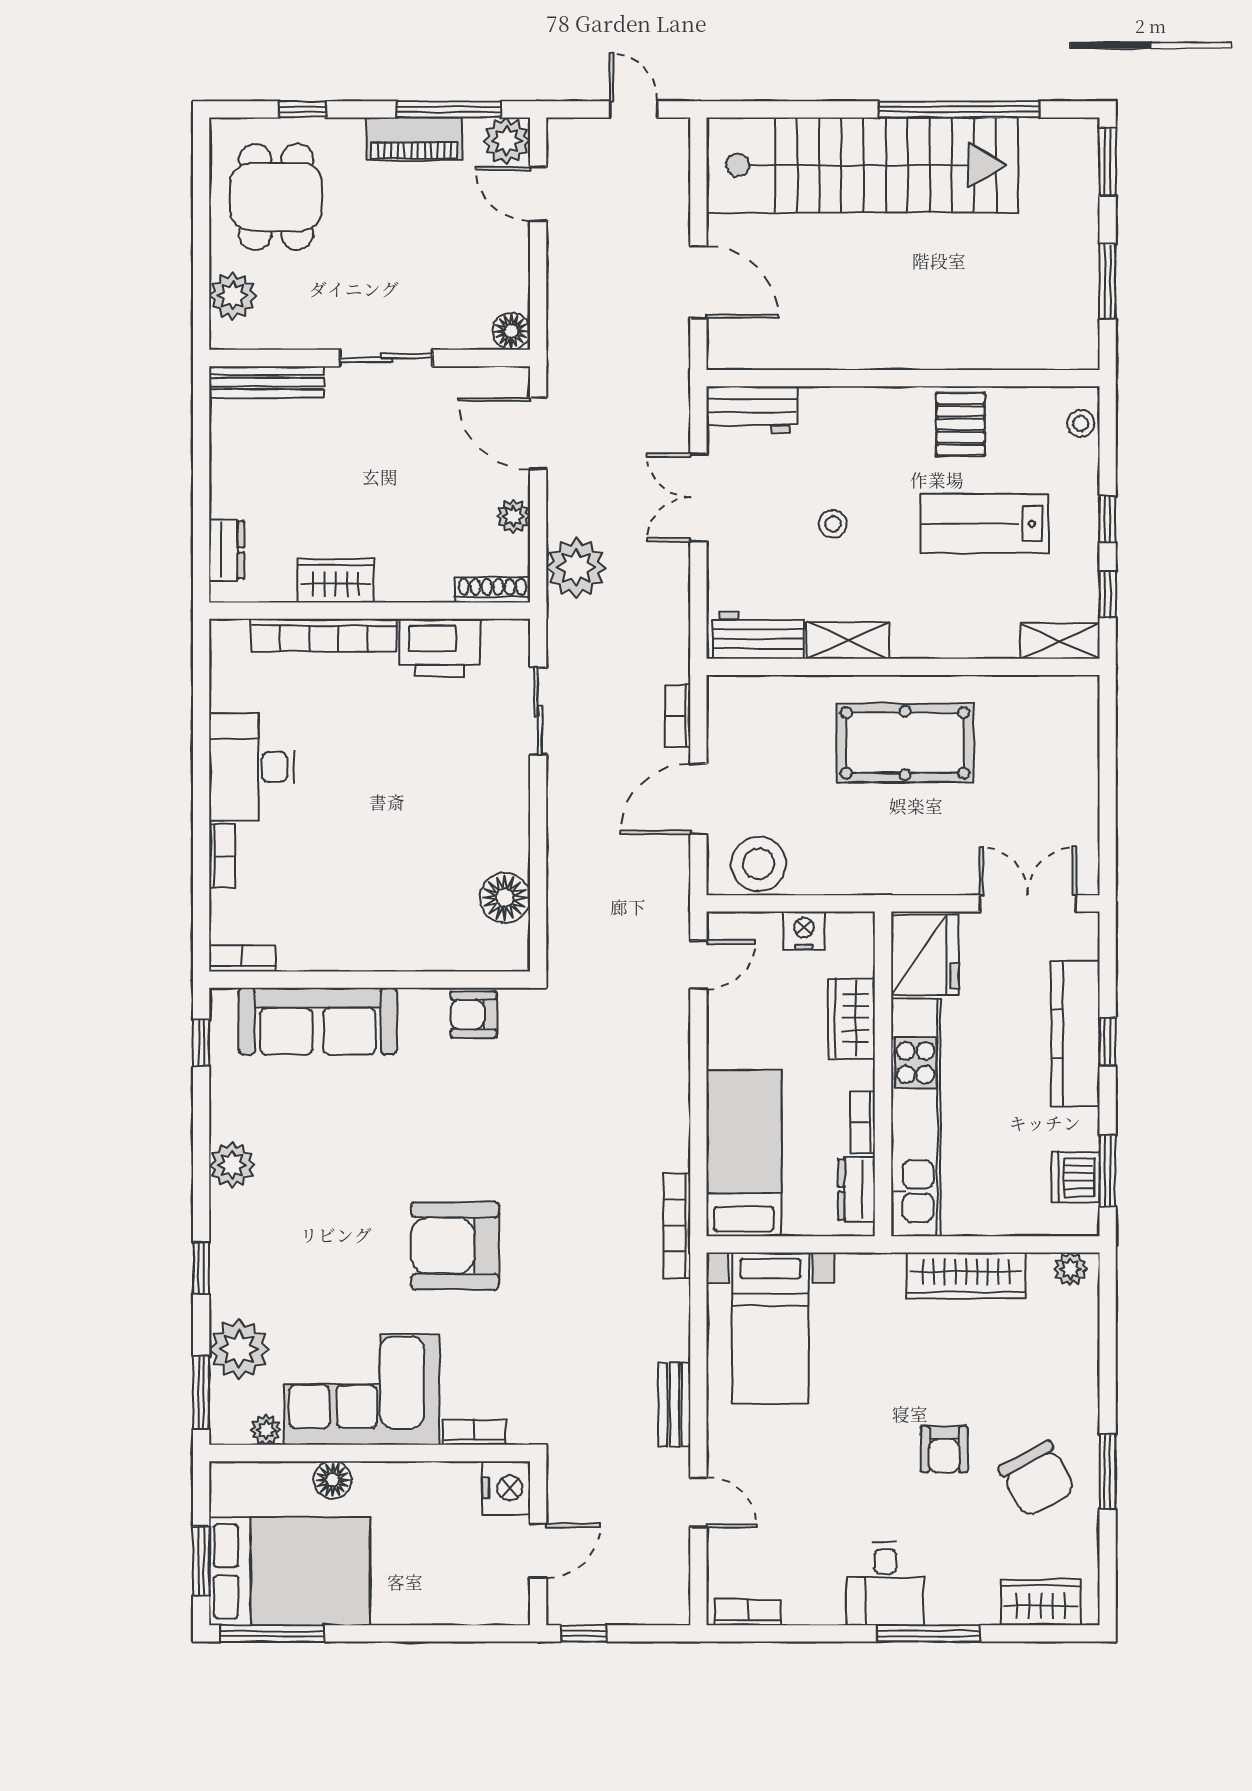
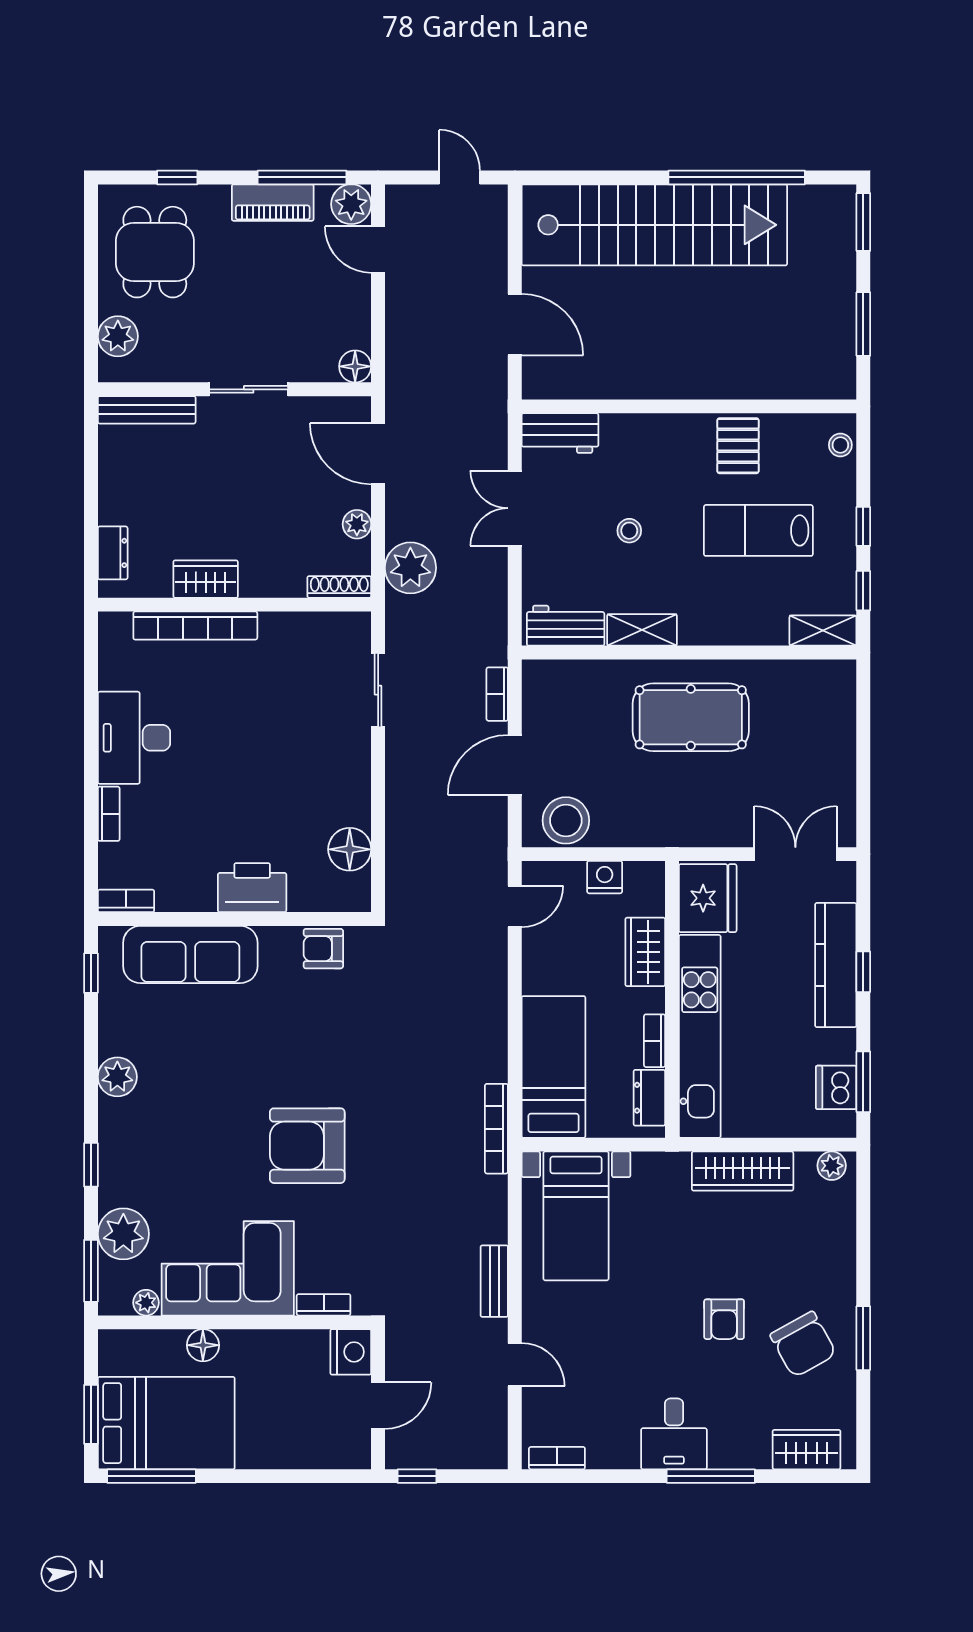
printer: (440, 648) -> (252, 888), moved, turned 180

